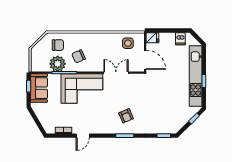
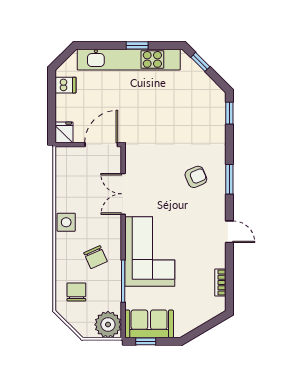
side table: (128, 43) -> (66, 222), moved
plant: (58, 64) -> (108, 325), moved
door: (83, 136) -> (229, 232), moved

